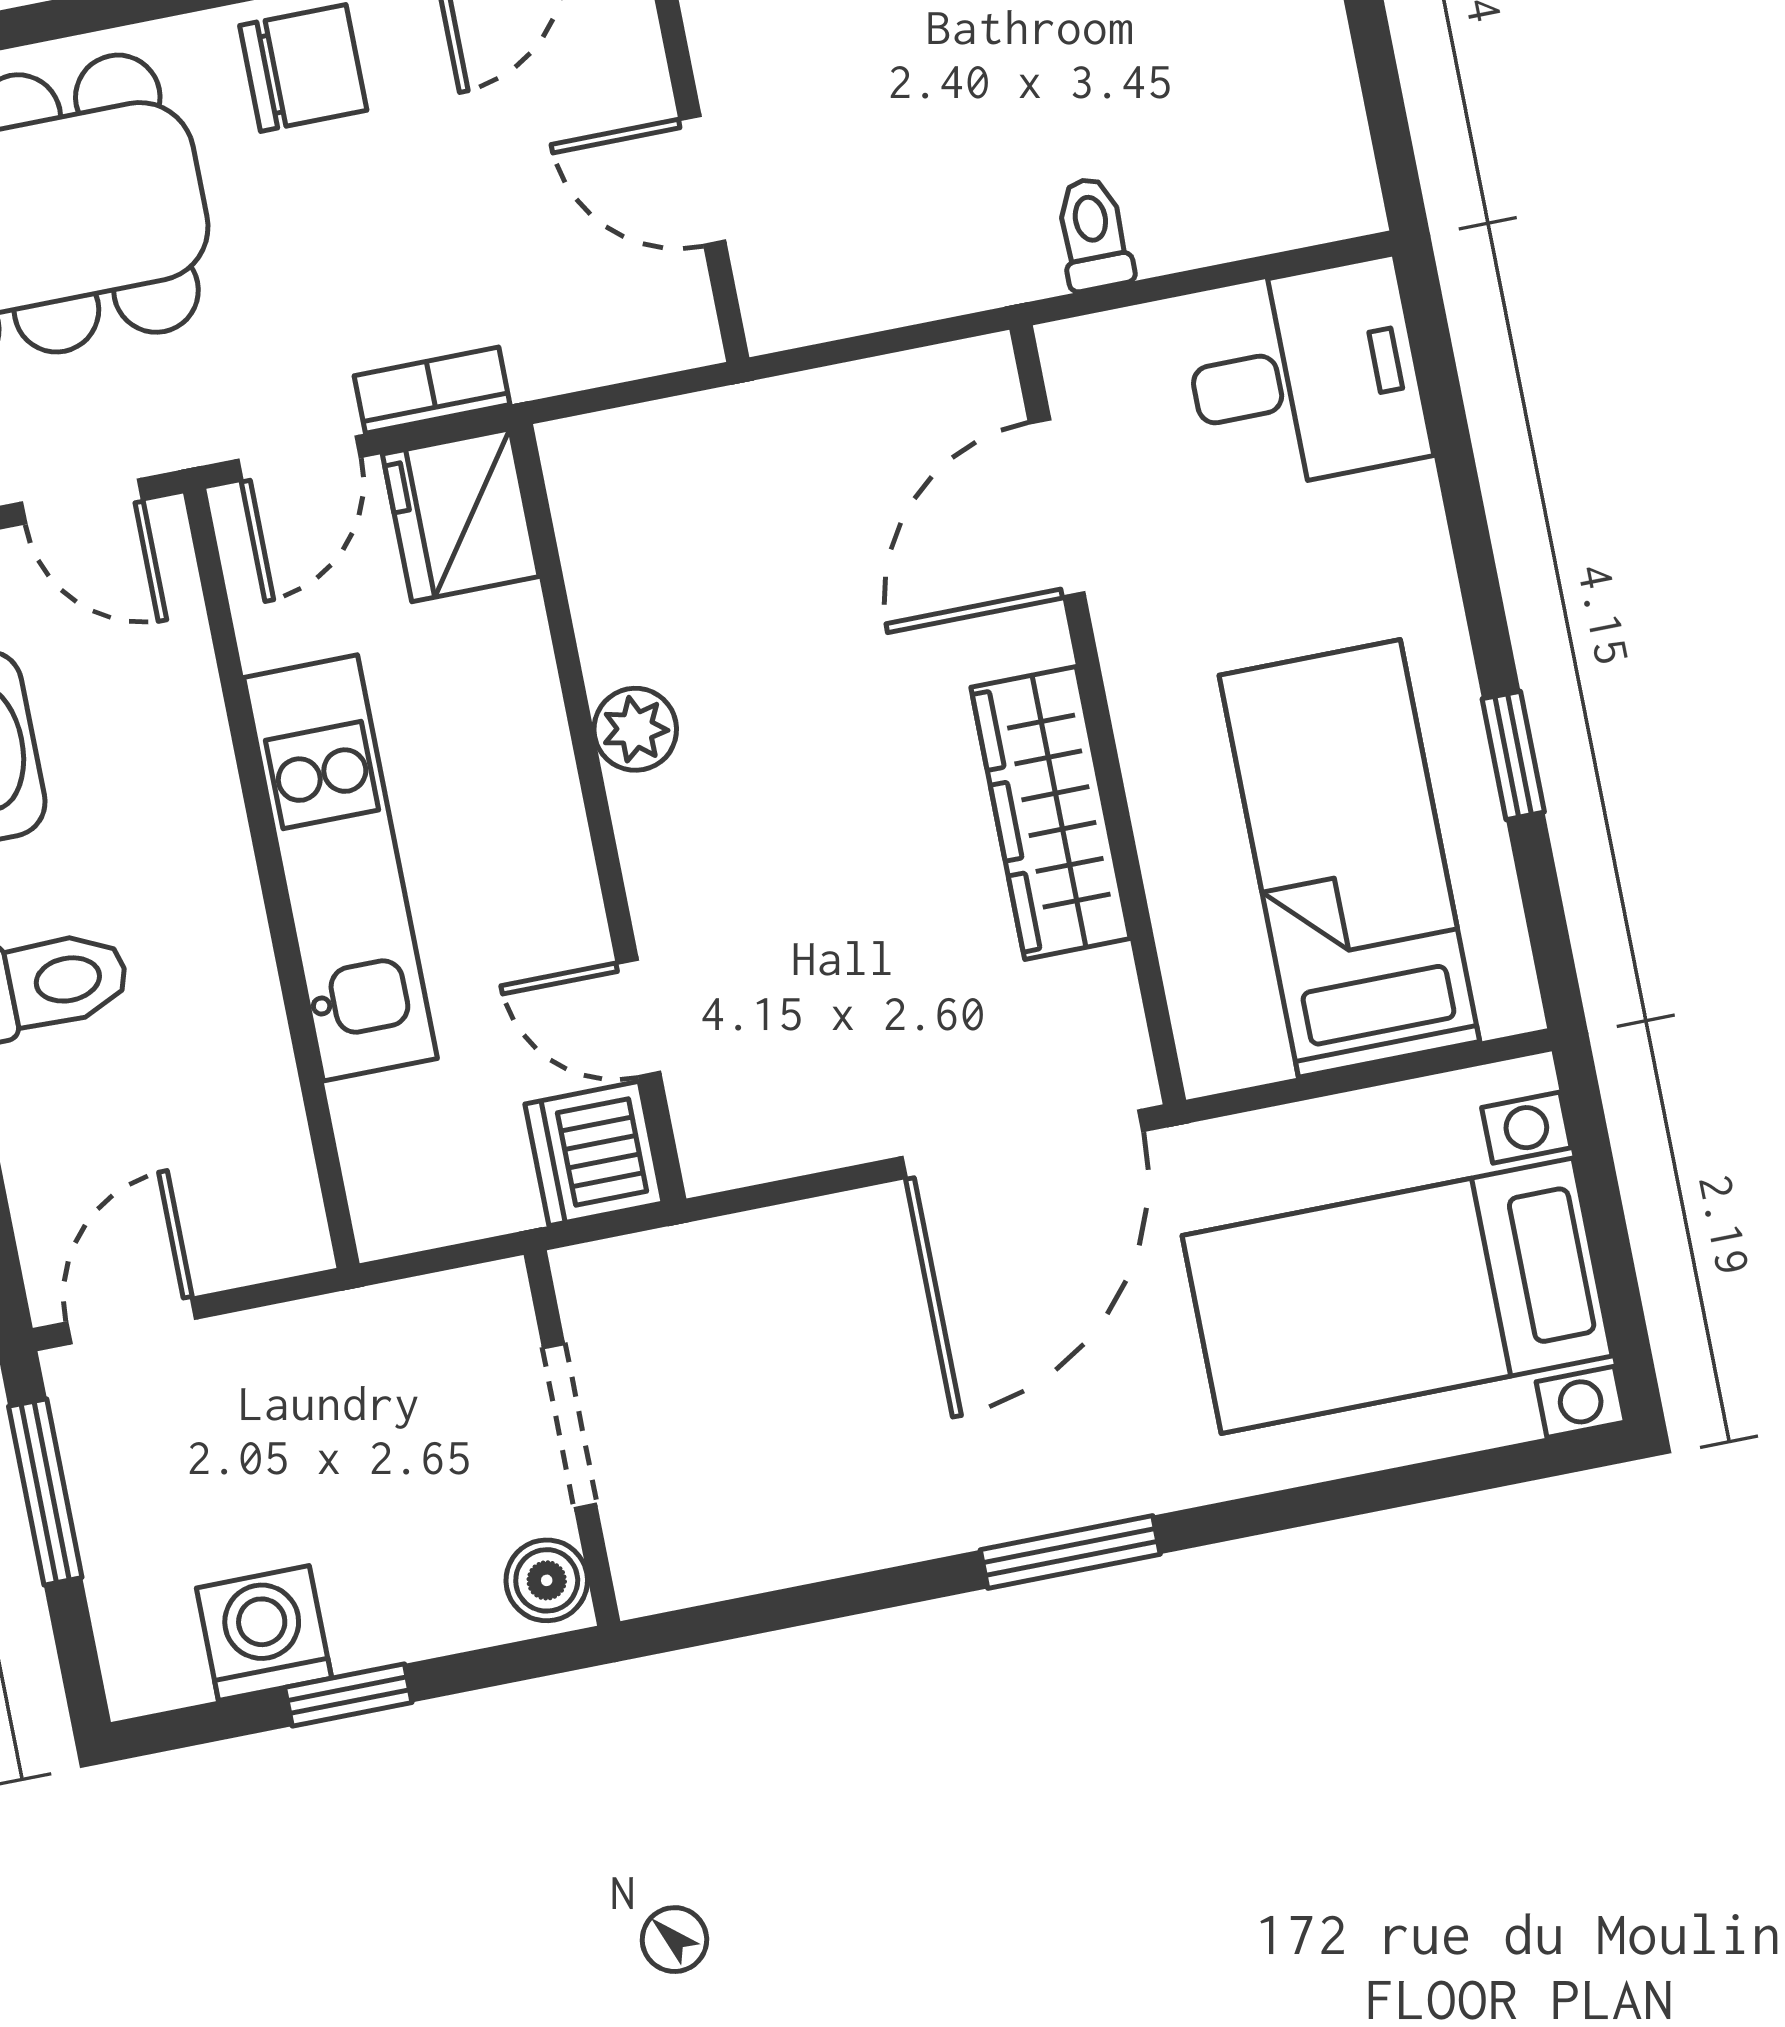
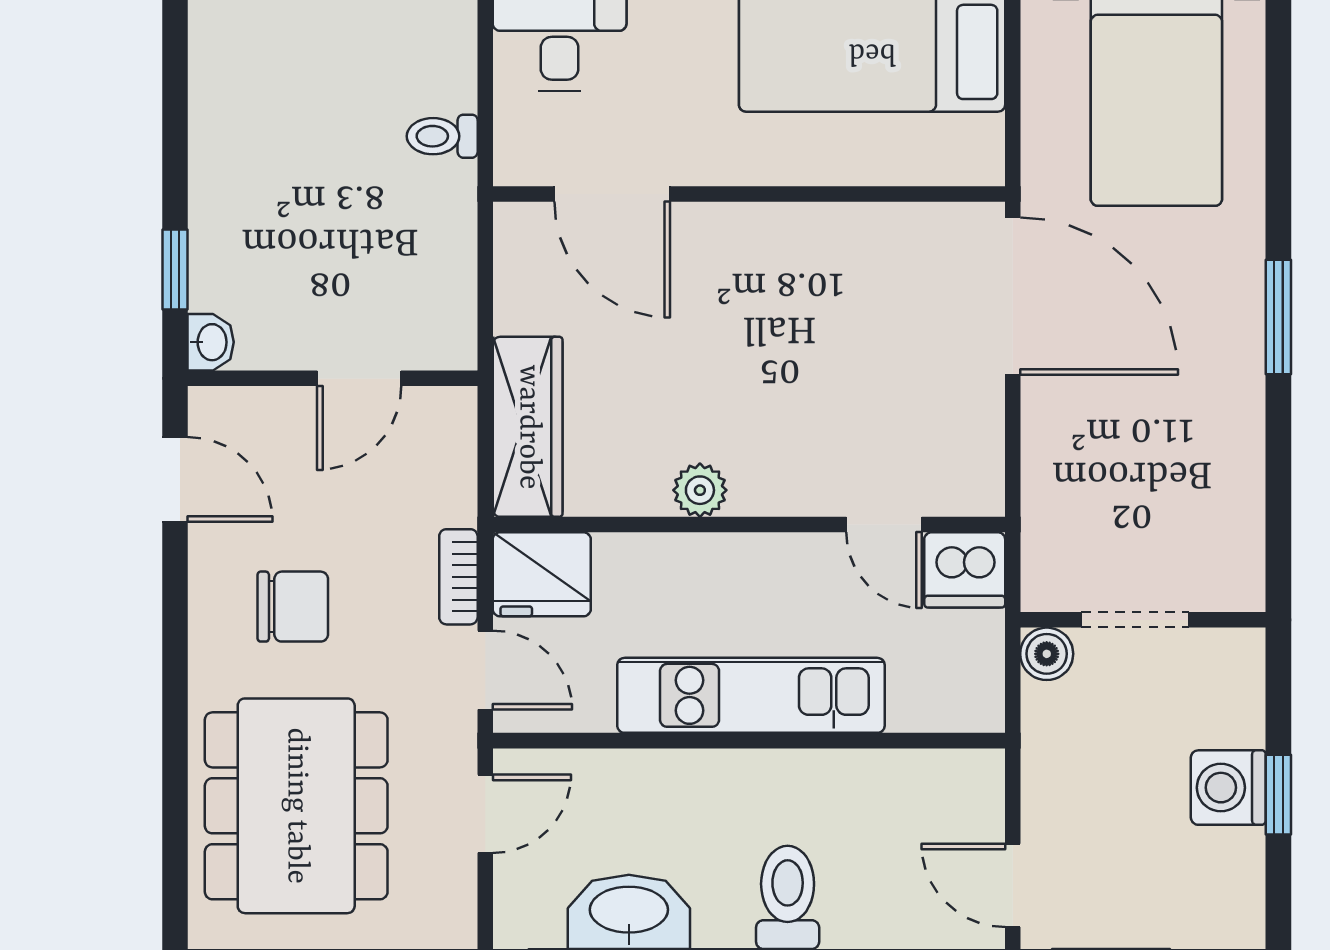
chair: (303, 68) -> (293, 607), moved, turned 90
wardrobe: (1050, 813) -> (528, 427), moved, turned -90
door: (639, 1018) -> (884, 525), hinge flipped
boiler: (547, 1580) -> (1047, 654), moved
washing machine: (264, 1633) -> (1228, 788), moved

